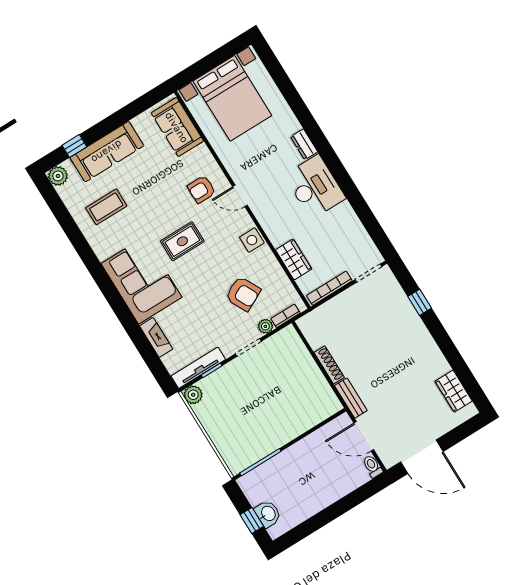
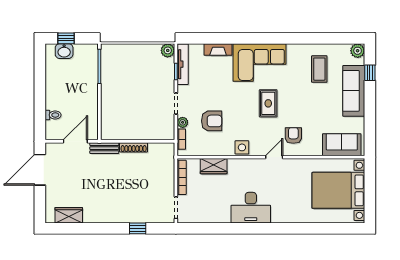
dresser: (304, 144) -> (282, 217), removed
armchair: (243, 294) -> (212, 121), turned -153
toilet: (373, 466) -> (53, 115), moved

